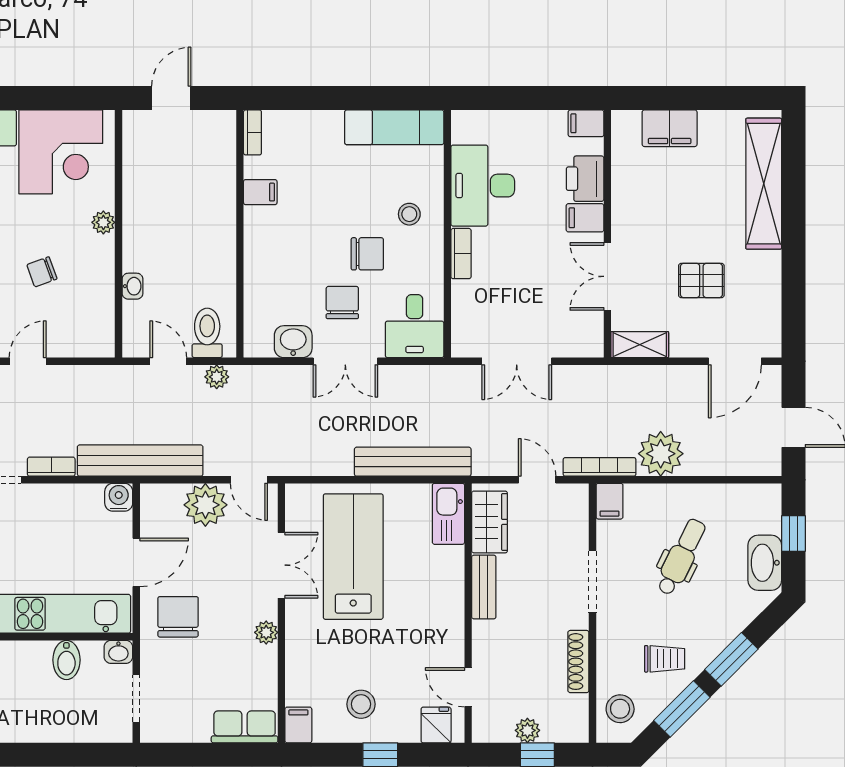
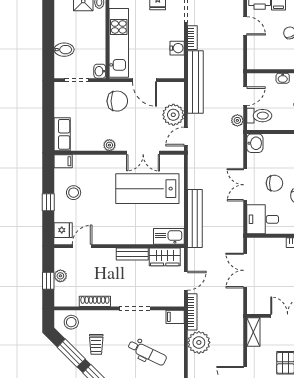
washbasin: (293, 342) -> (255, 143), moved
water cooler: (119, 497) -> (177, 48), moved
lab bench: (353, 557) -> (147, 189), turned 180
bidet: (66, 660) -> (64, 50), moved, turned 180

